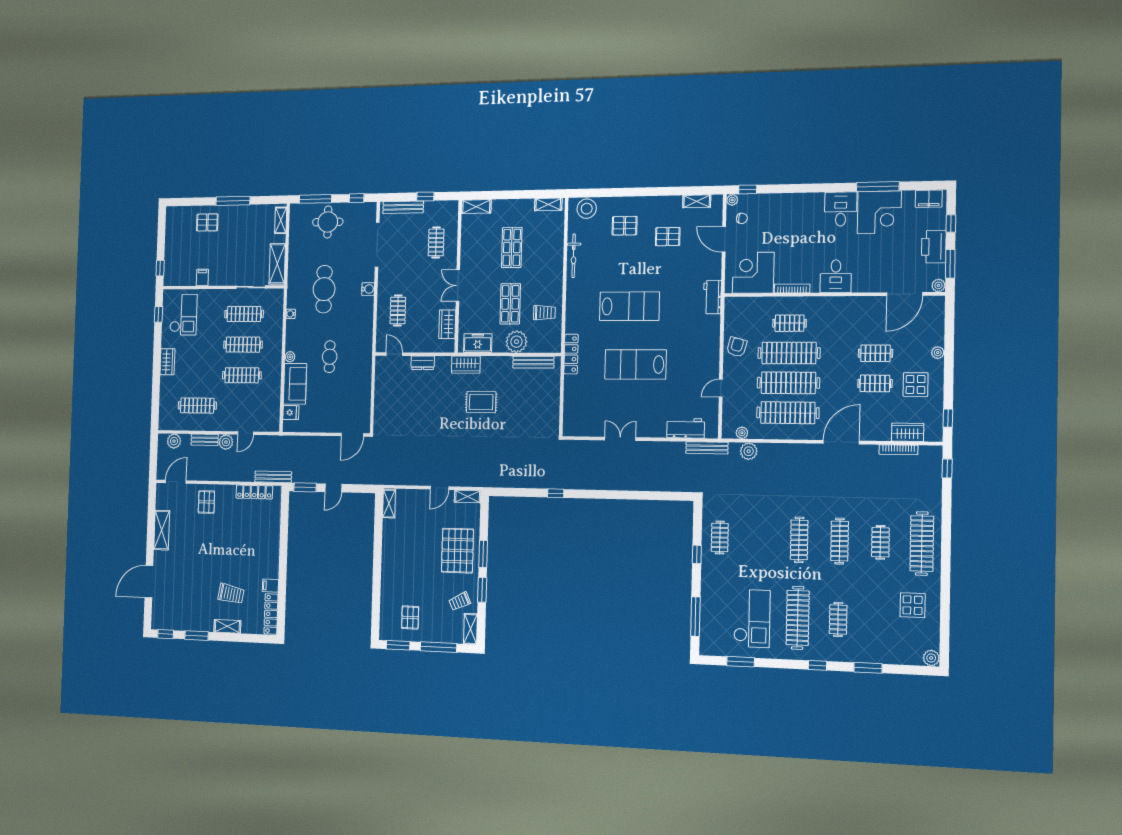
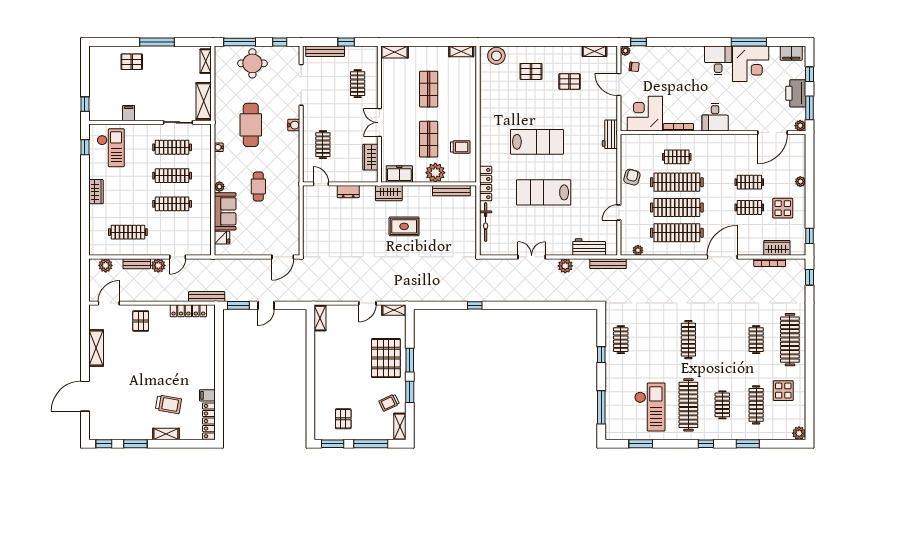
bicycle: (574, 256) -> (486, 222), moved
plant: (749, 451) -> (565, 266), moved
clothes rail: (840, 541) -> (756, 405), moved

